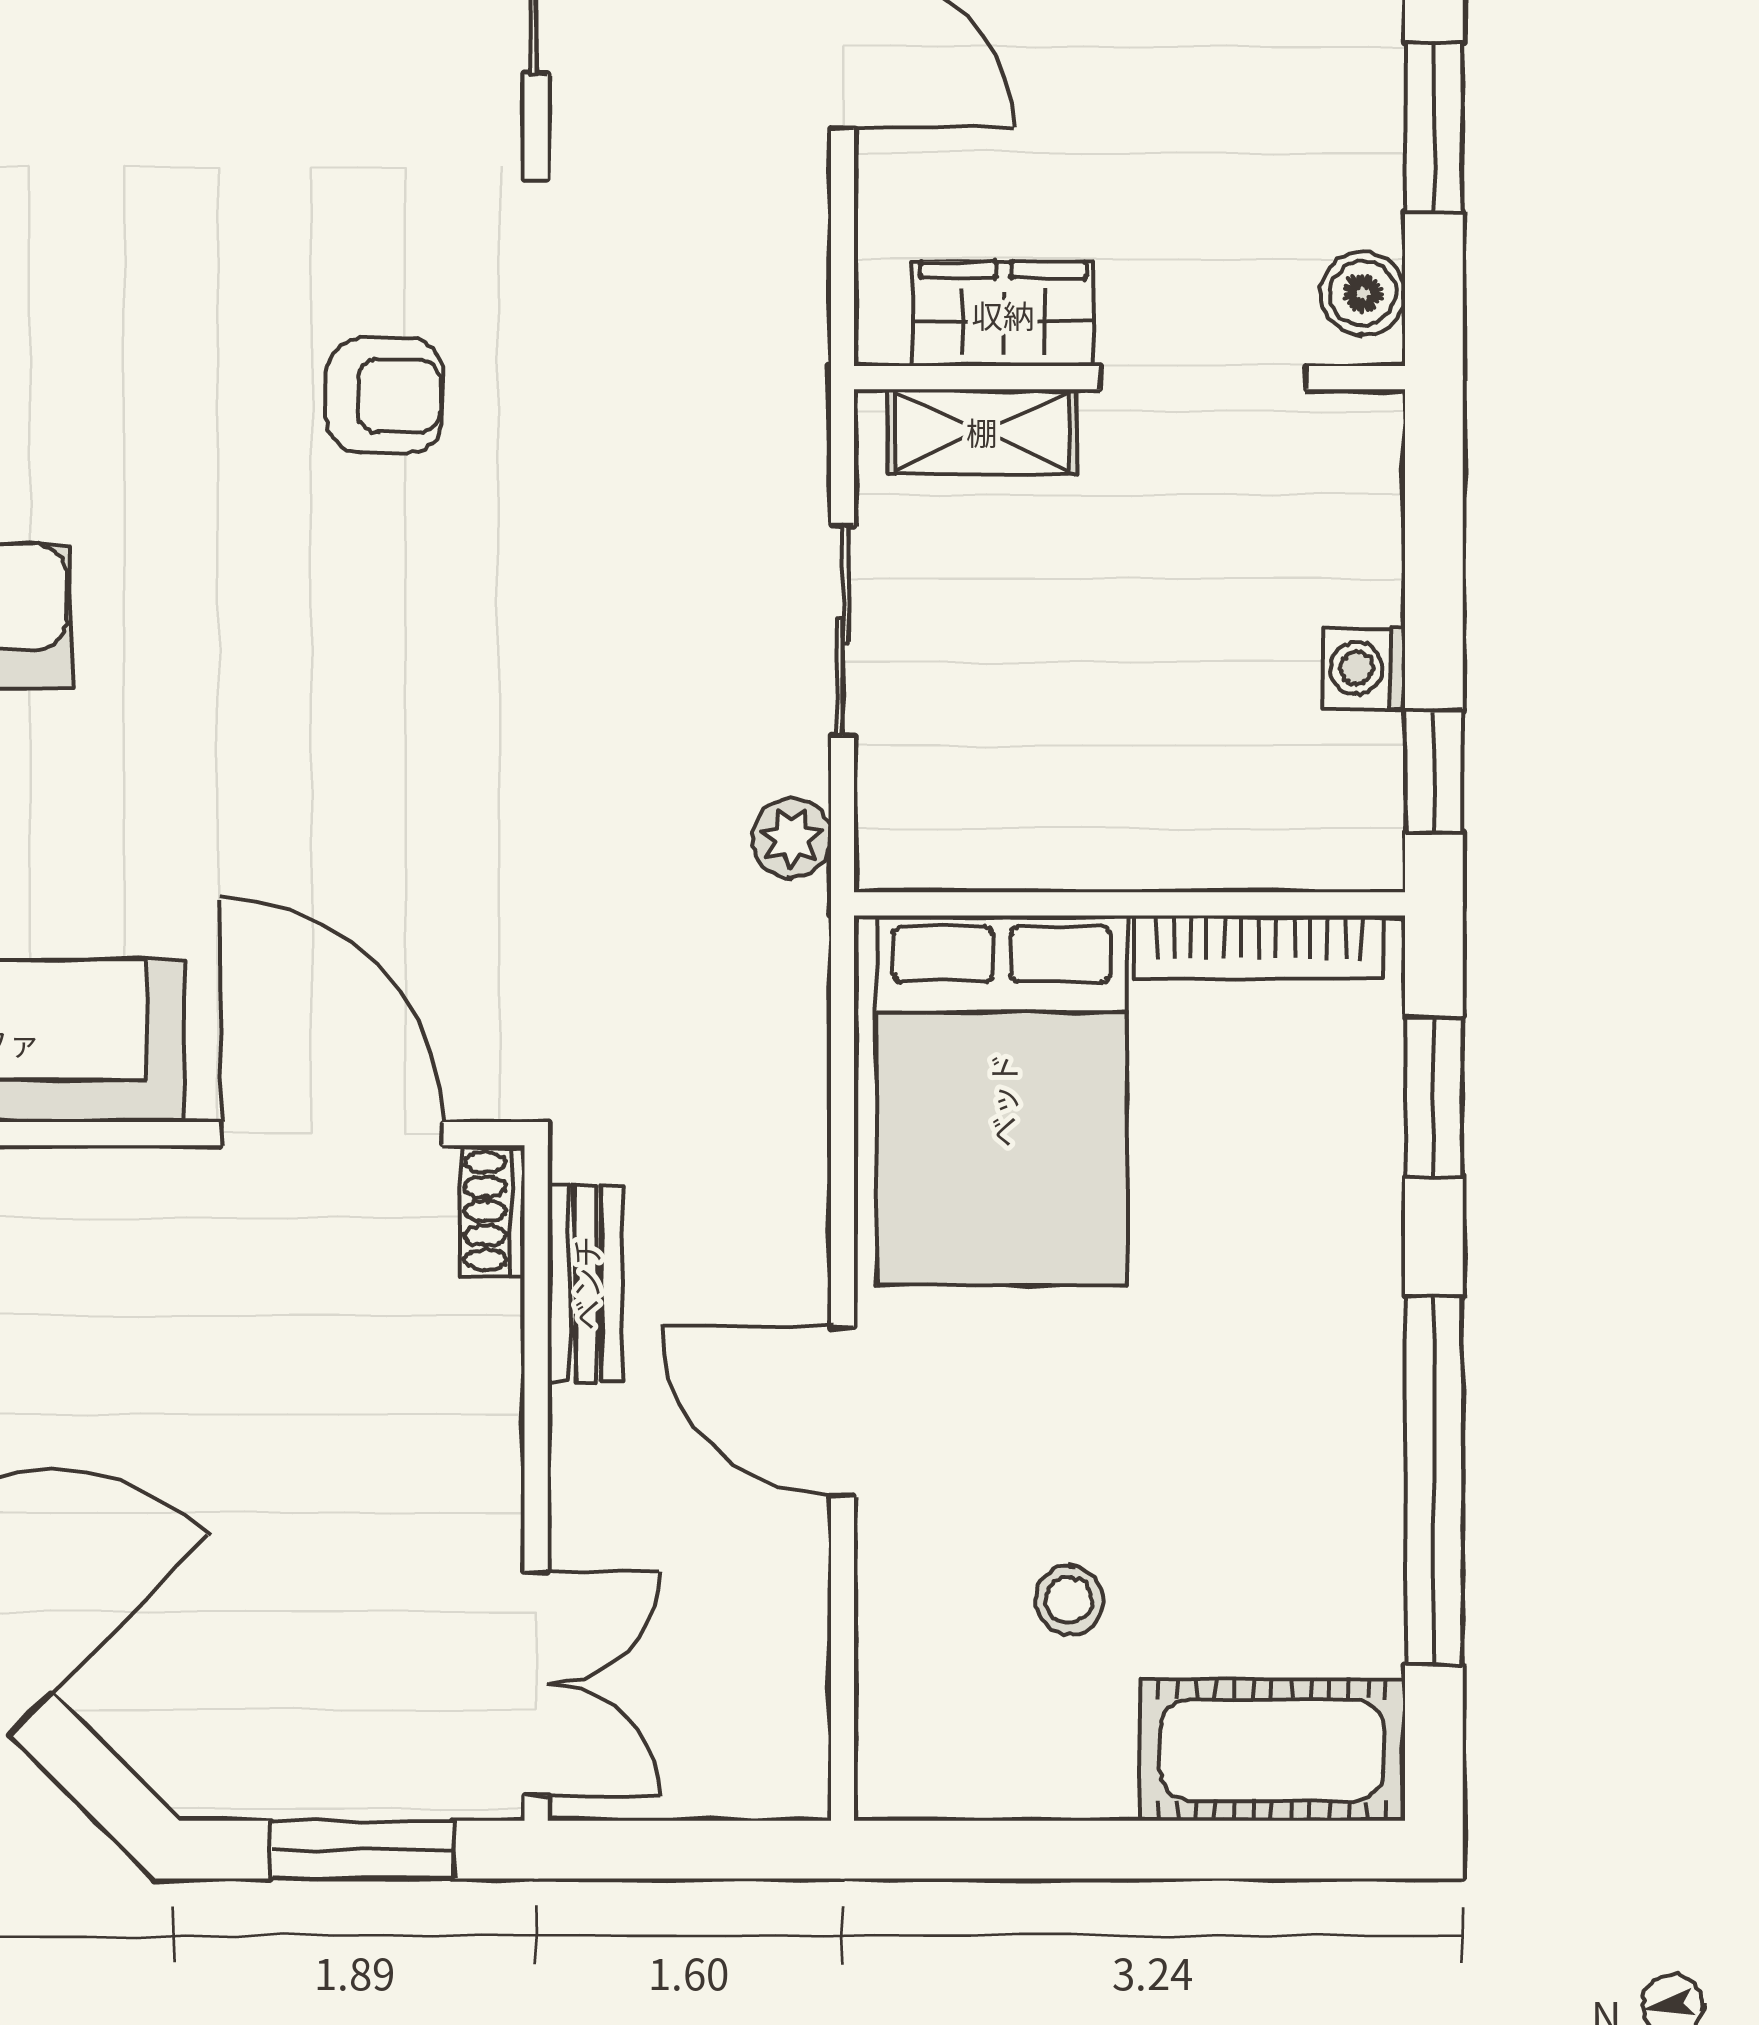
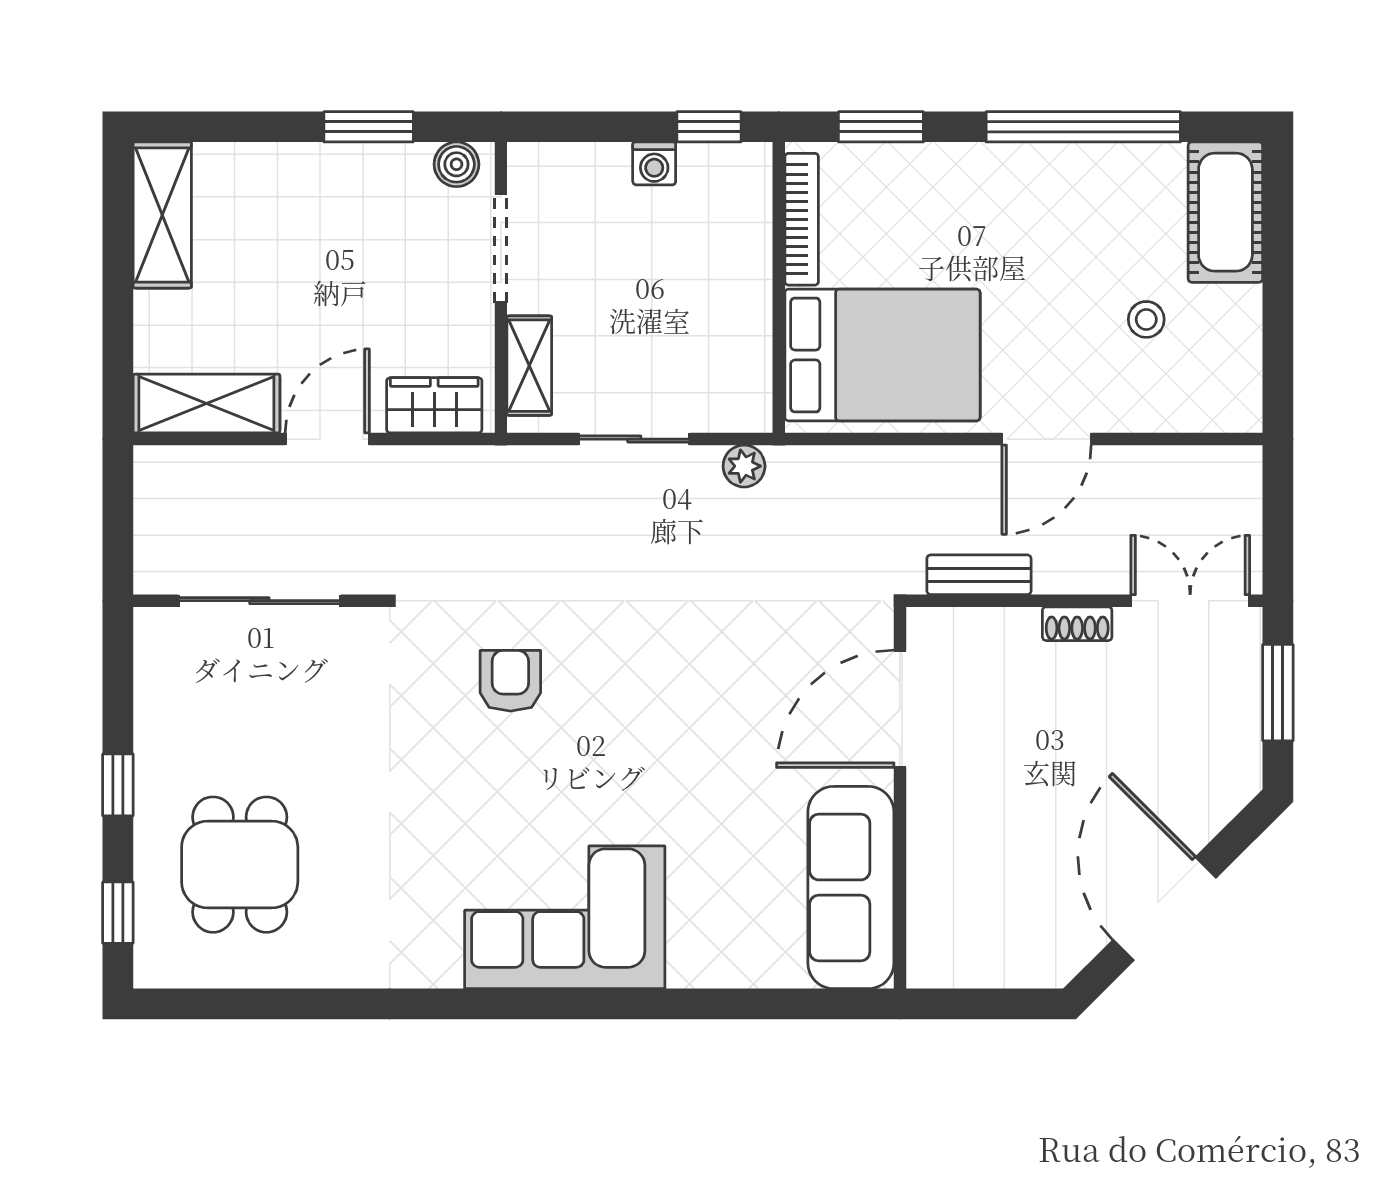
wardrobe: (1003, 314) -> (434, 405), moved, turned 90
shoe rack: (493, 1211) -> (1077, 624), moved

